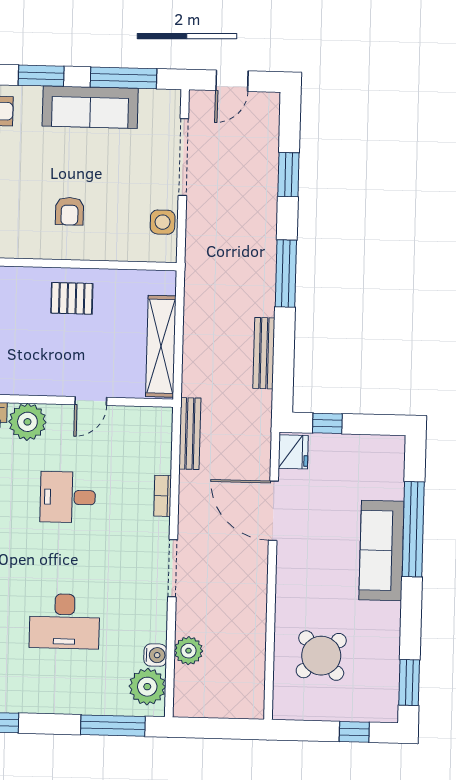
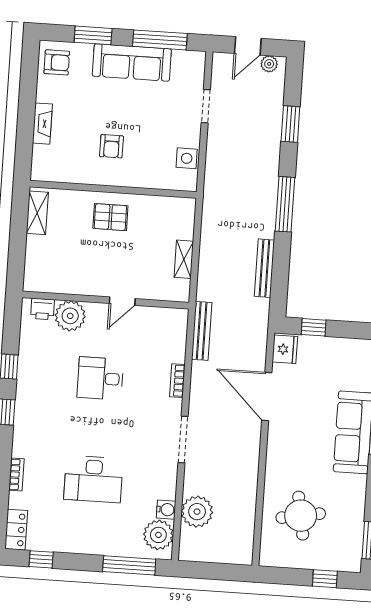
plant: (259, 102) -> (269, 64), added
doorway: (183, 157) -> (206, 106), width x0.53
shelving: (161, 346) -> (184, 259), width x0.45, depth x0.75
plant: (188, 651) -> (197, 512), width x1.36, depth x1.36
round table: (321, 656) -> (301, 516), turned 32

